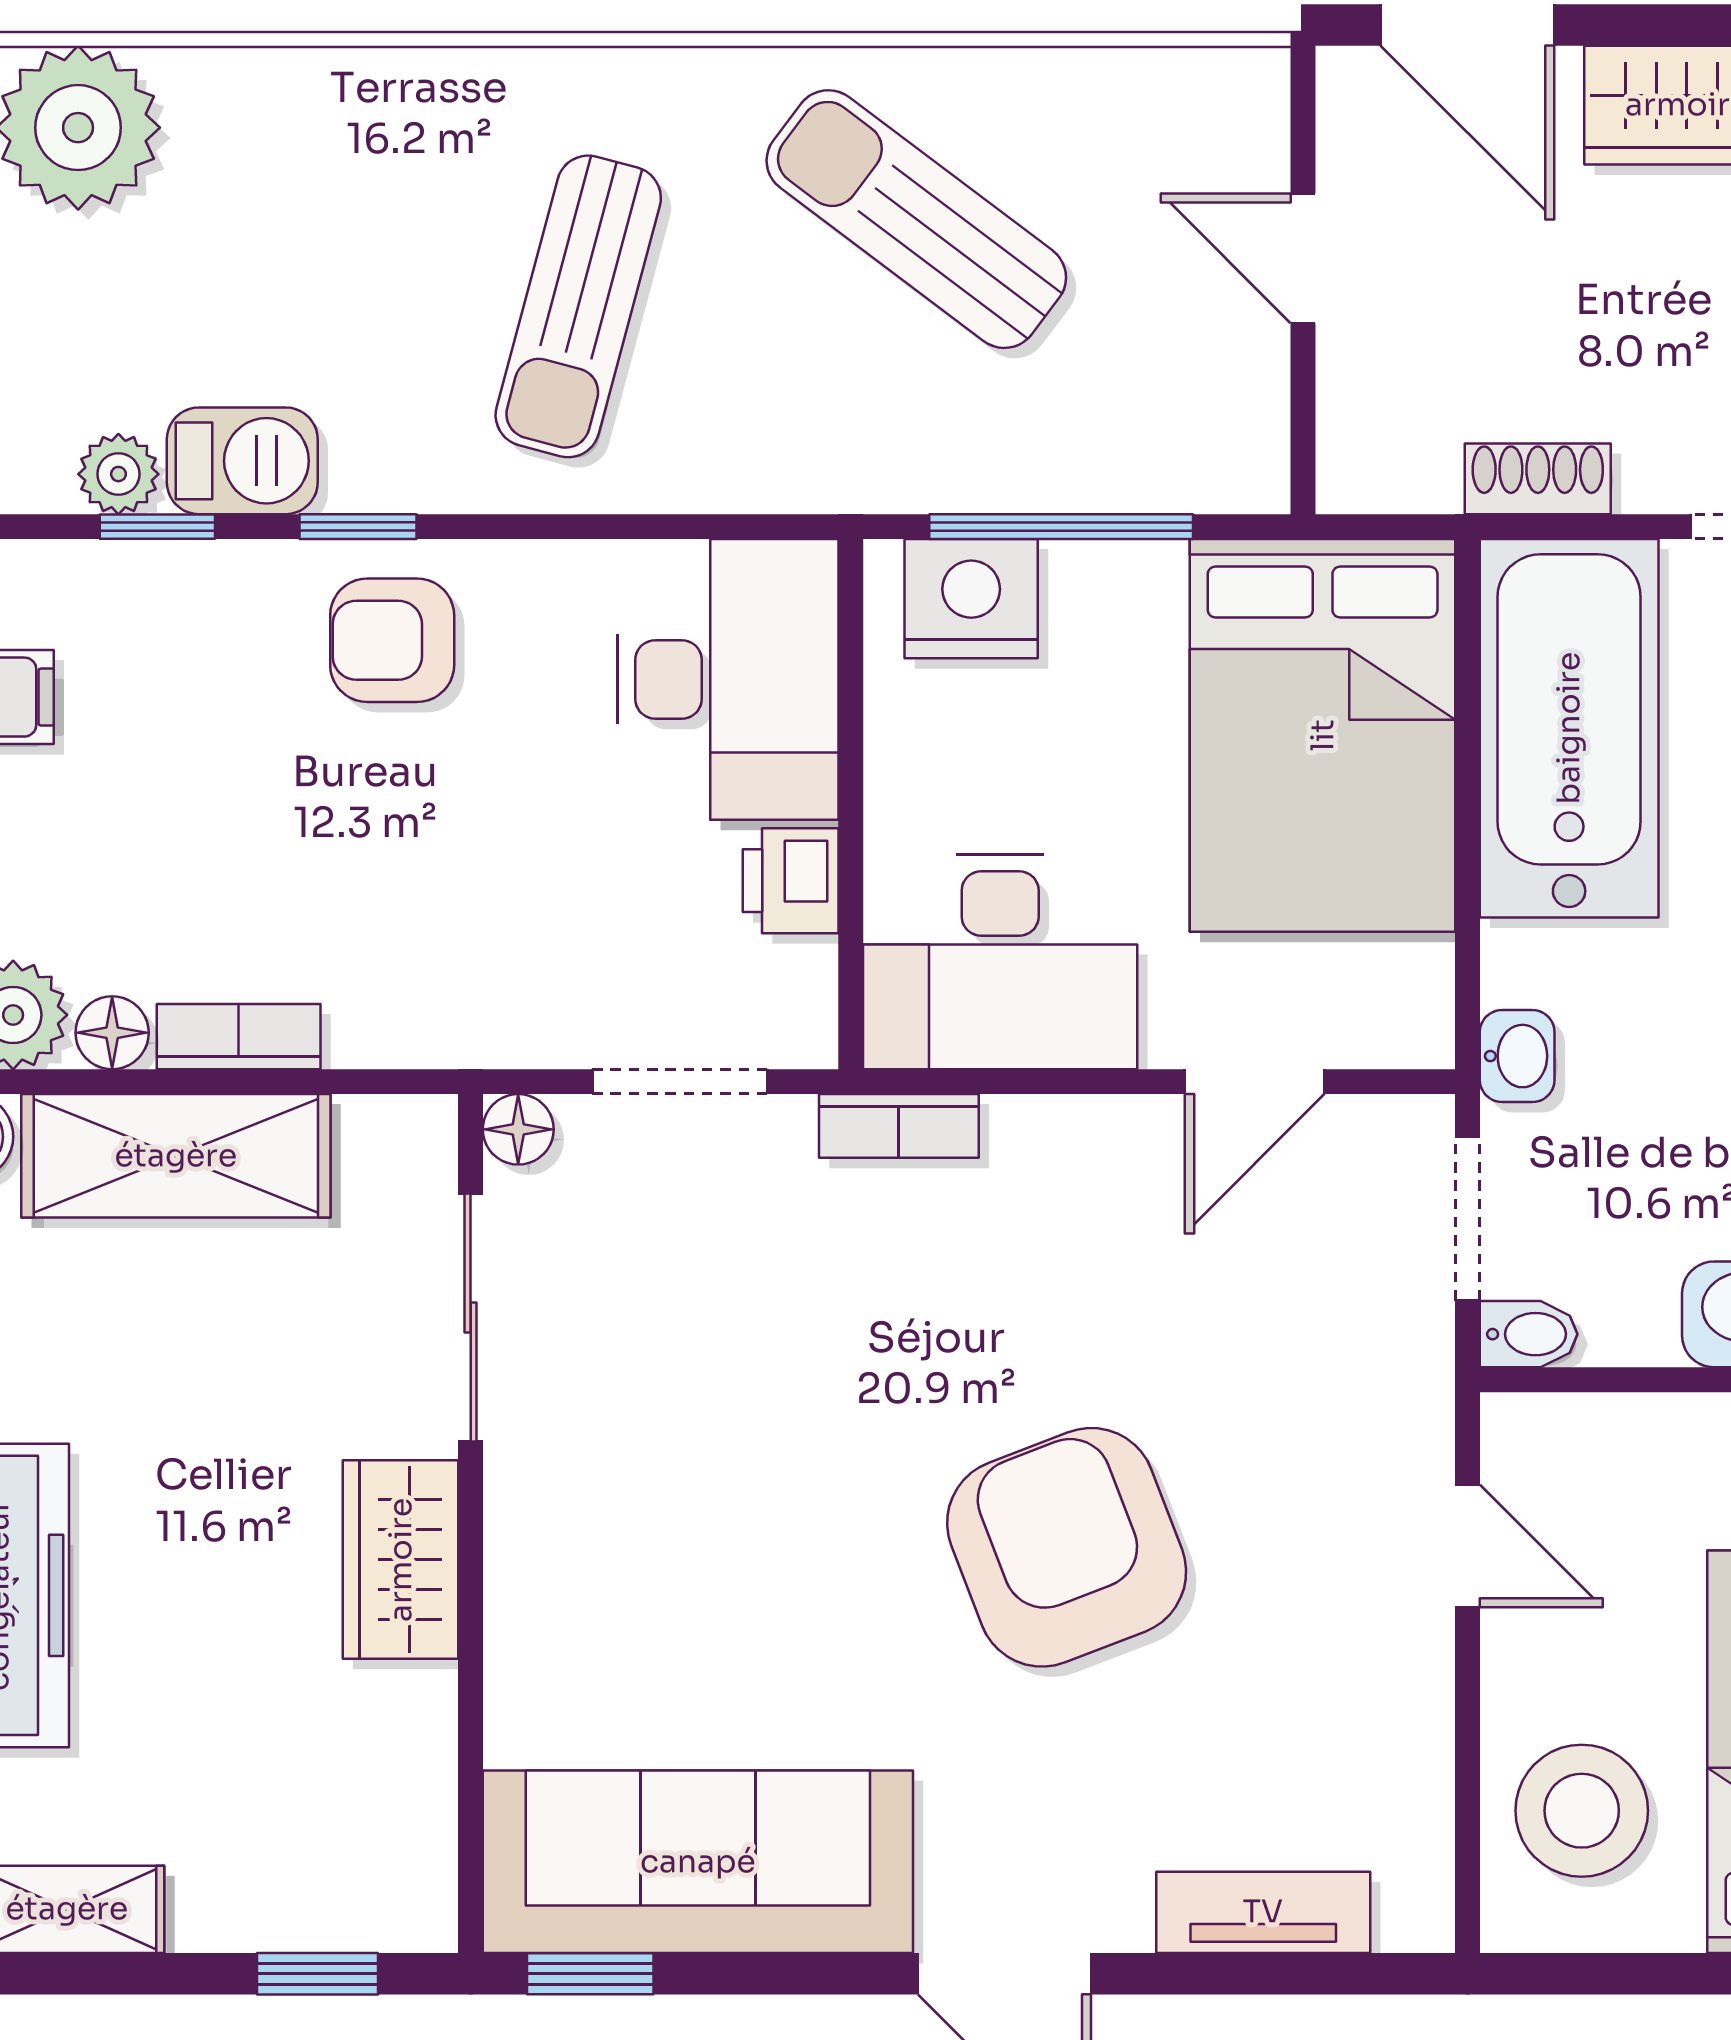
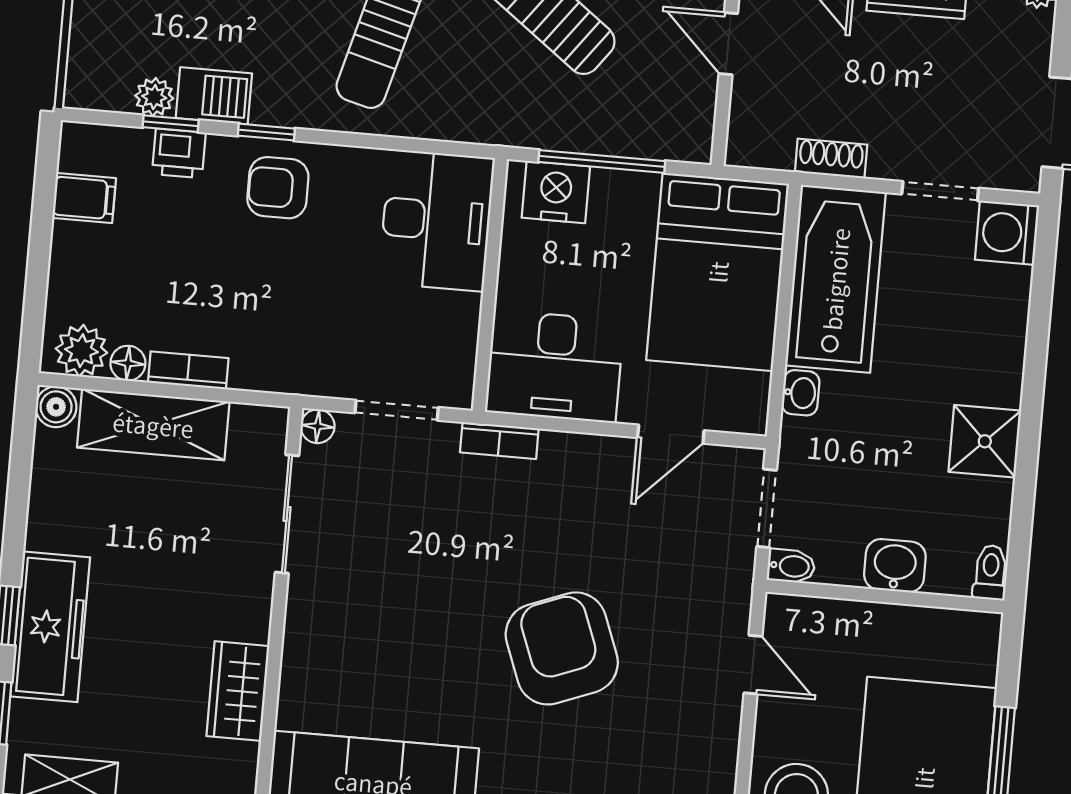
printer: (791, 881) -> (179, 153), moved, turned -90
washbasin: (1517, 1056) -> (801, 393), moved
wardrobe: (401, 1560) -> (238, 691), moved

